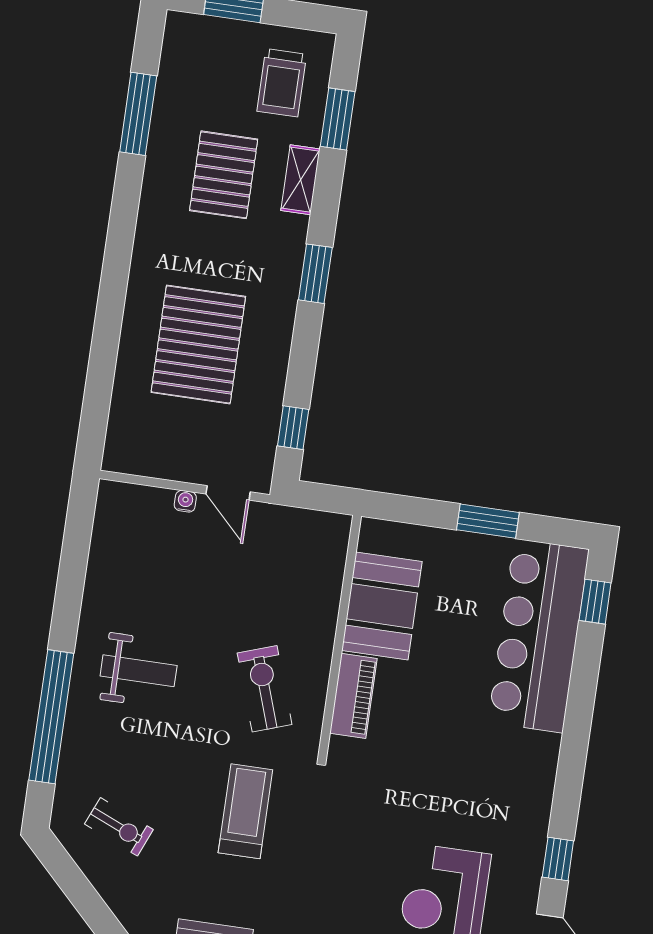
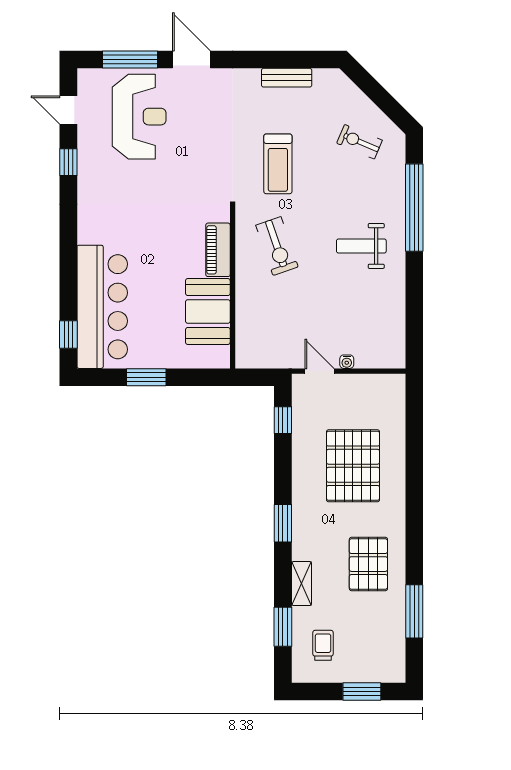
trolley: (282, 83) -> (323, 645), width x0.73, depth x0.72
pallet: (224, 175) -> (368, 564), moved

